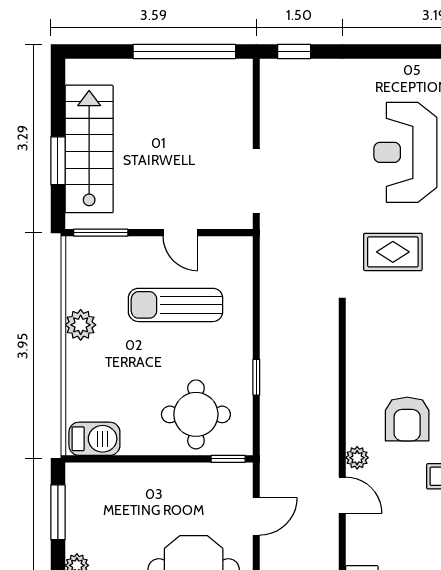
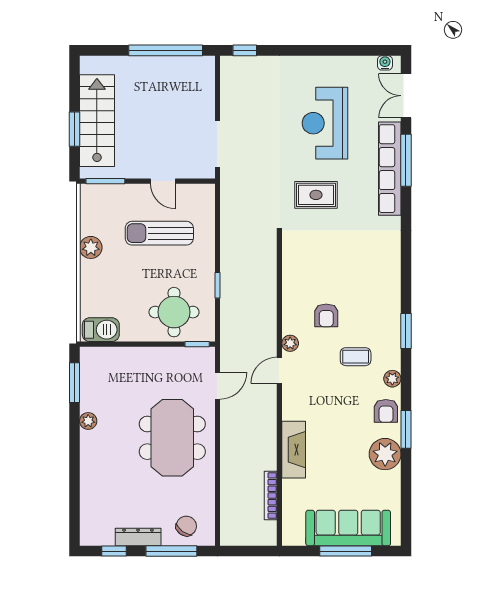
armchair: (407, 419) -> (326, 315), width x0.72, depth x0.72
door: (342, 495) -> (279, 370), swing flipped

